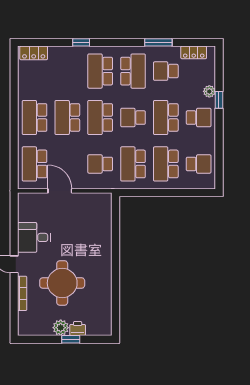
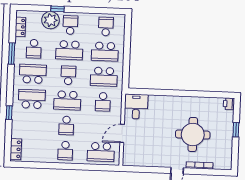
school desk: (100, 71) -> (32, 99), turned 180
plant: (209, 91) -> (51, 20), width x1.88, depth x1.88
school desk: (34, 118) -> (65, 151), width x0.54
school desk: (67, 118) -> (66, 126), width x0.54
school desk: (133, 118) -> (68, 75), turned 180
desk: (34, 237) -> (136, 107), moved, turned 180
plant: (61, 328) -> (227, 137), removed
printer: (78, 329) -> (229, 104), moved

